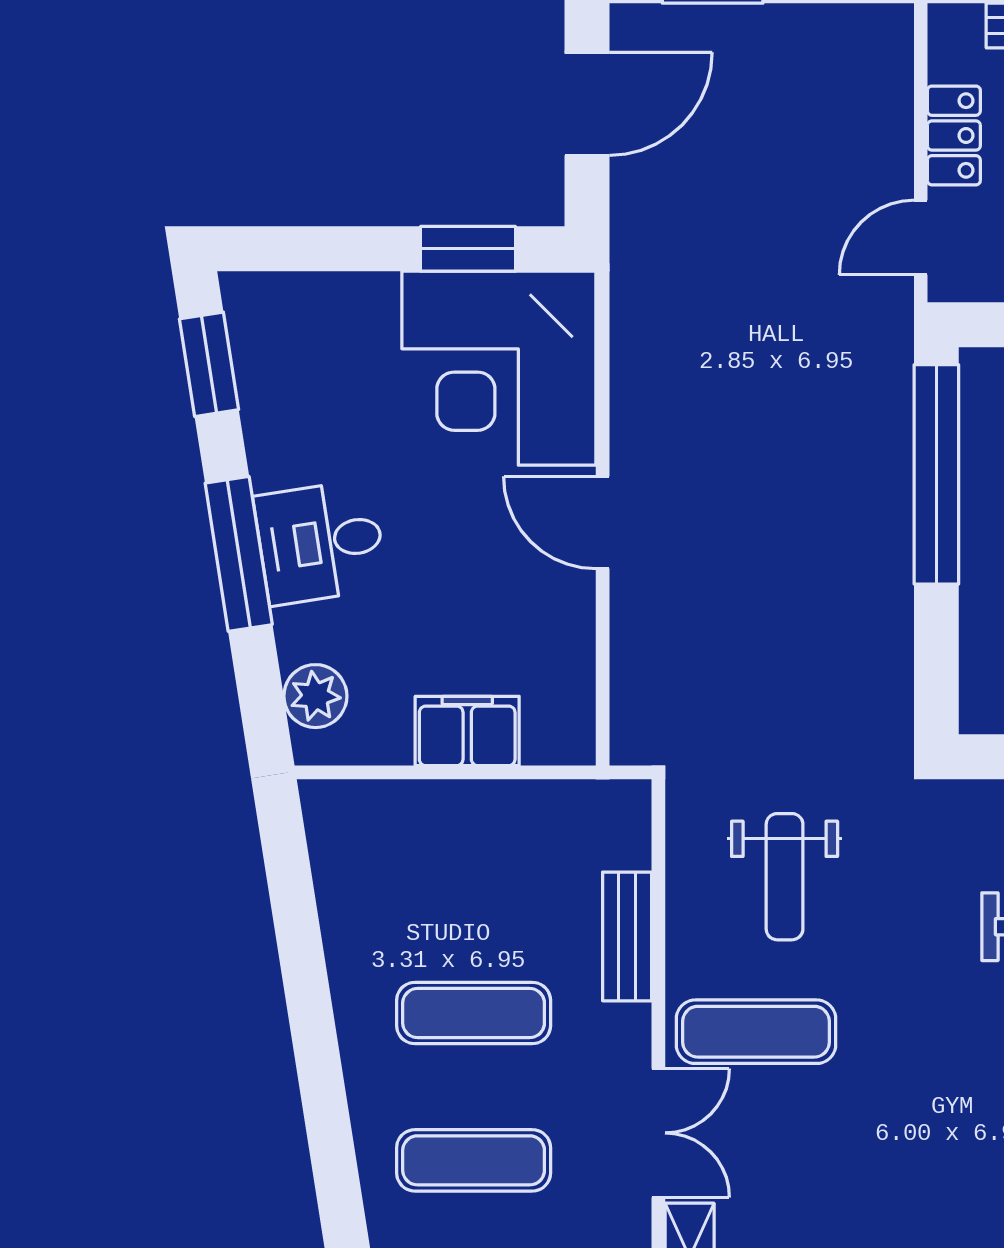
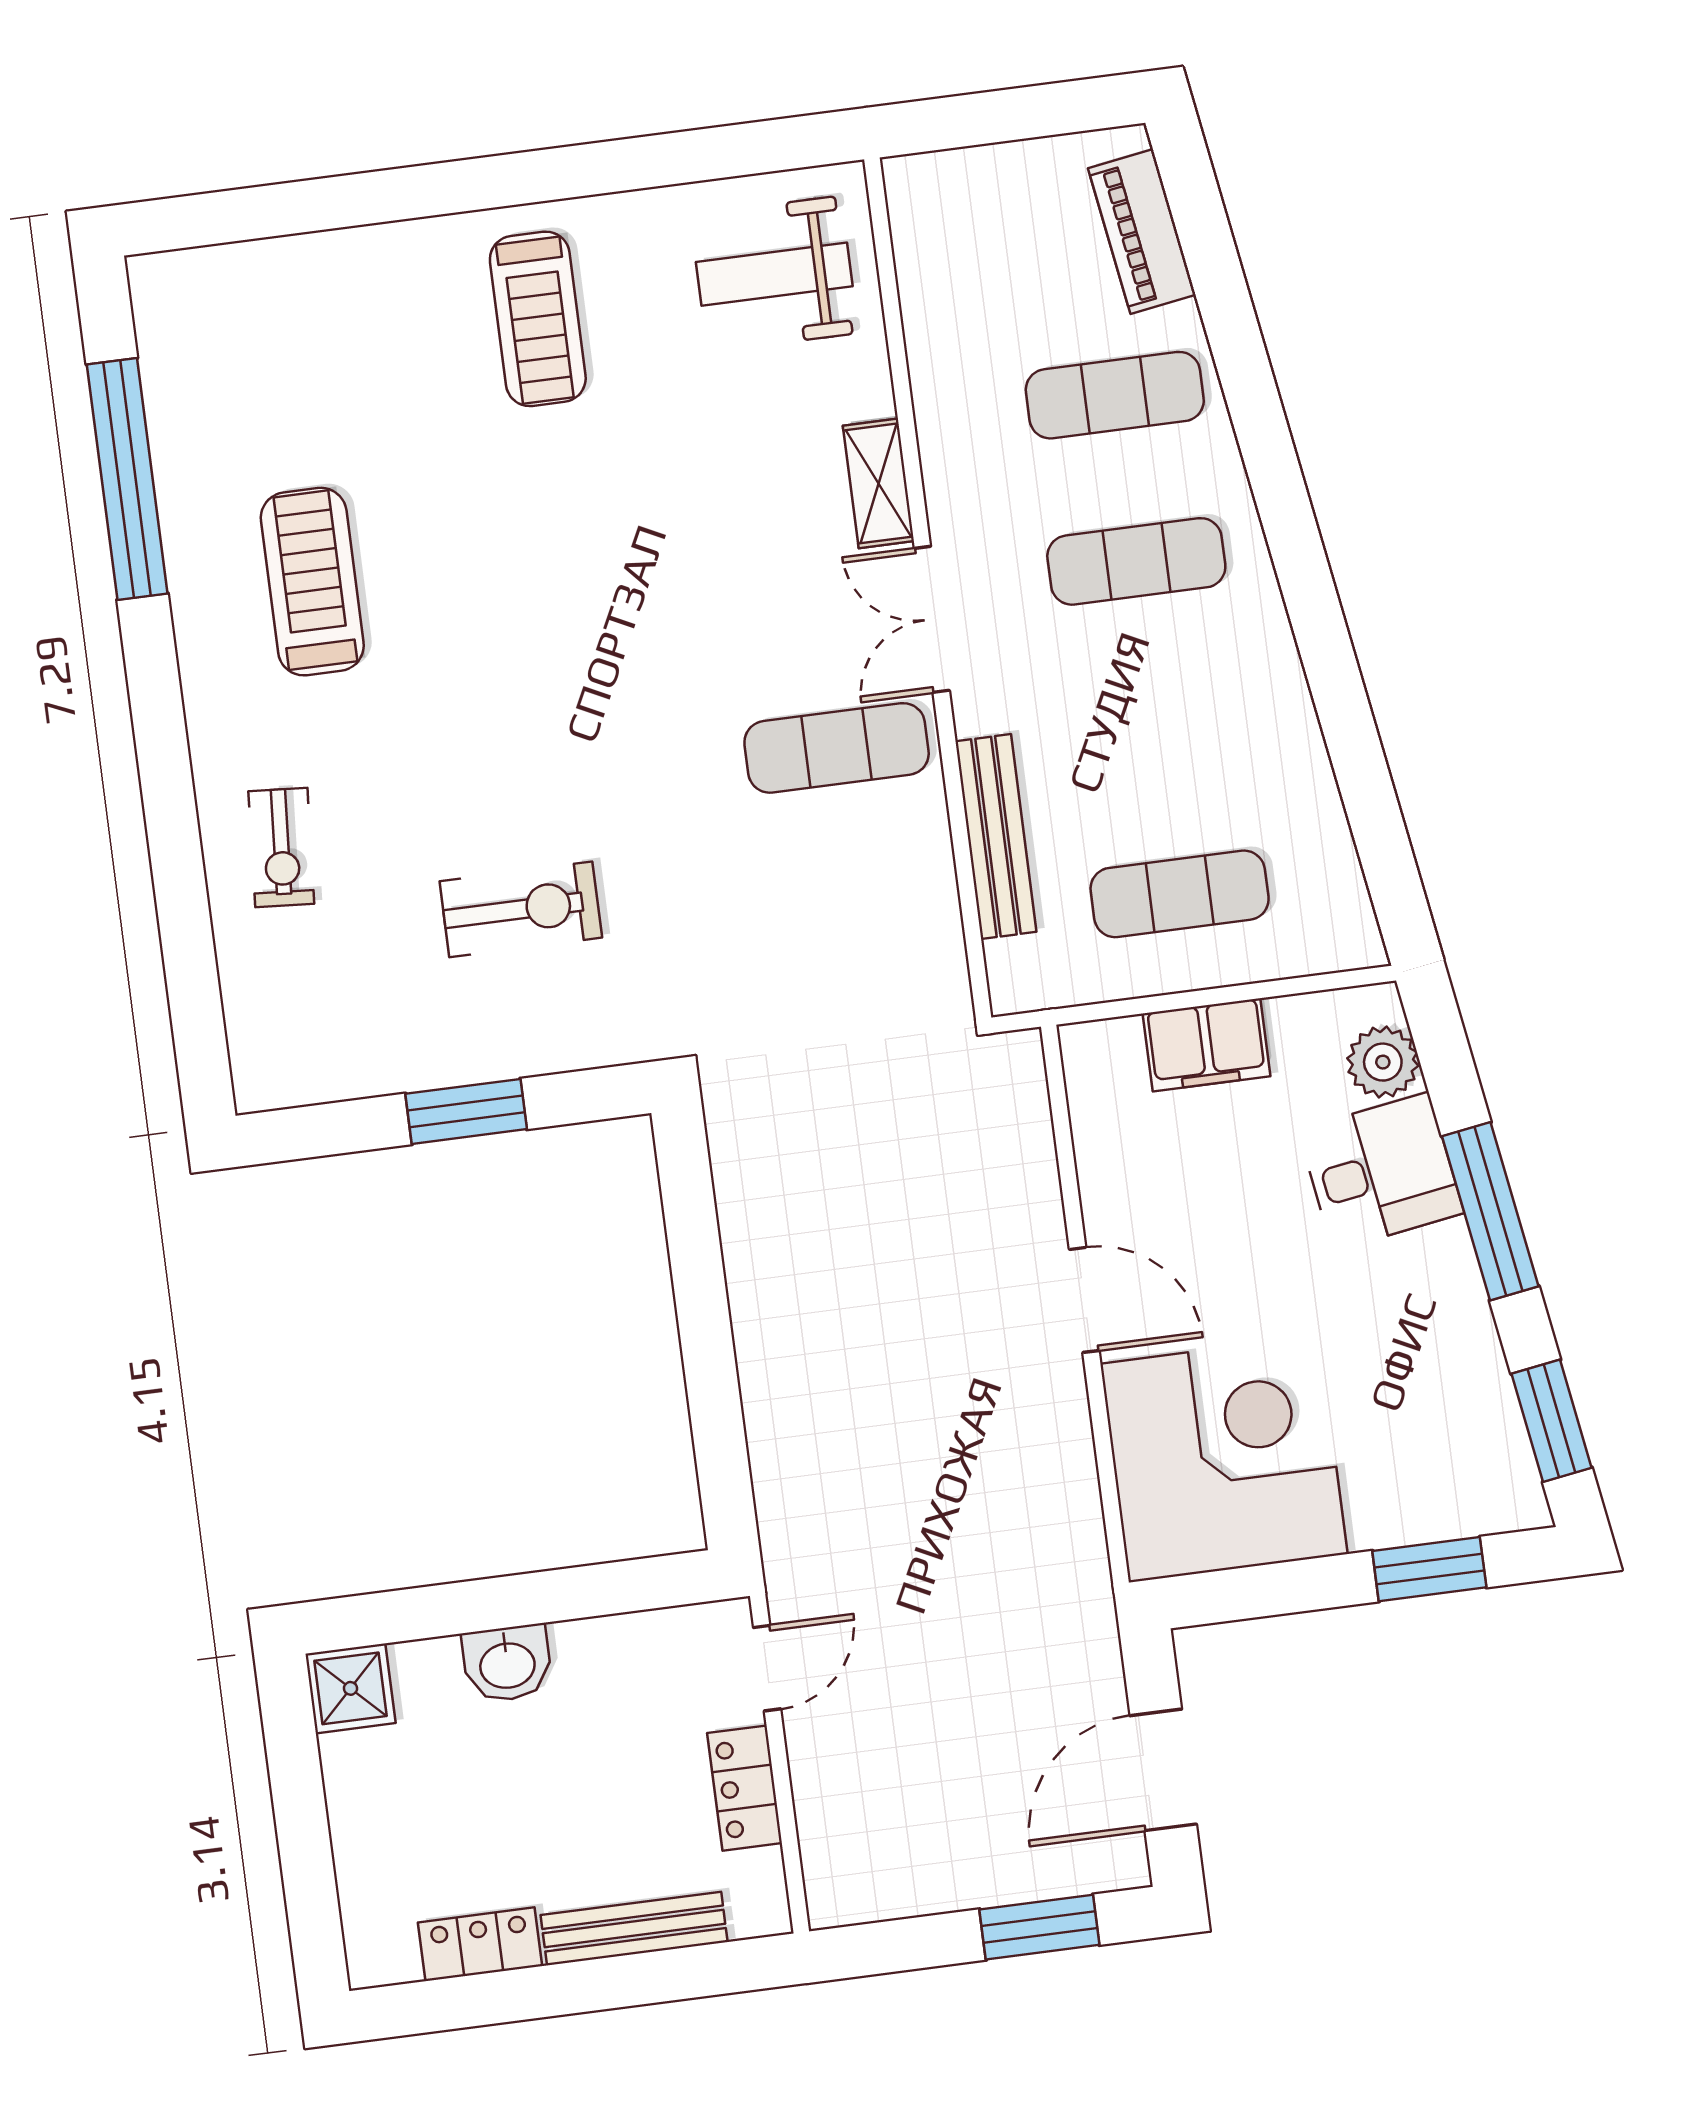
window: (468, 249) -> (1429, 1569), moved
window: (936, 474) -> (715, 1403), removed
desk: (320, 542) -> (1381, 1171), moved
weight bench: (785, 877) -> (827, 927), removed
bench: (627, 936) -> (996, 837), width x1.36
exercise mat: (474, 1013) -> (1180, 894), moved

